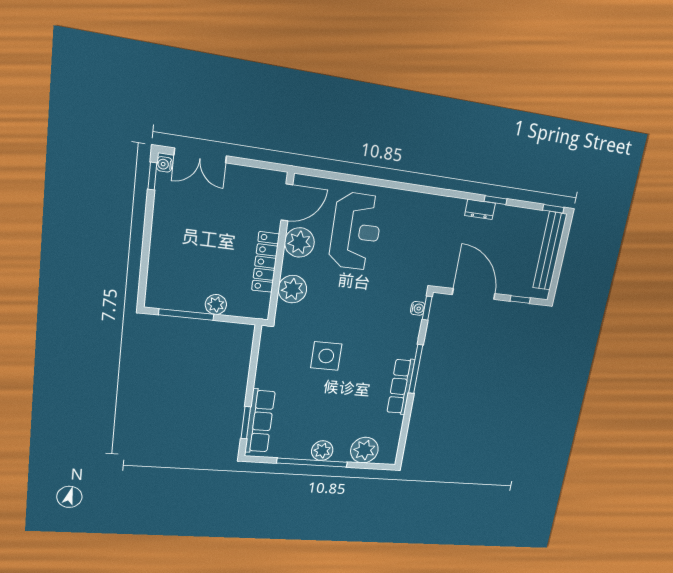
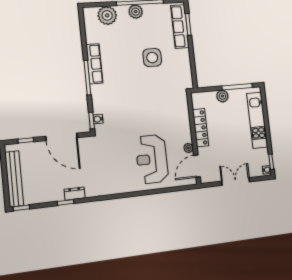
double door: (200, 155) -> (236, 181), moved
plant: (299, 242) -> (188, 148), width x0.53, depth x0.53
kitchen unit: (163, 253) -> (257, 120), added
plant: (292, 289) -> (181, 115), removed
side table: (326, 356) -> (152, 58), moved

